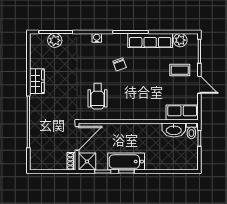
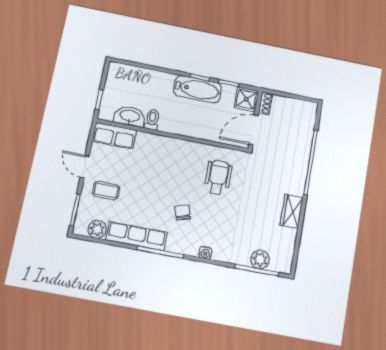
toilet: (191, 131) -> (152, 120), moved

